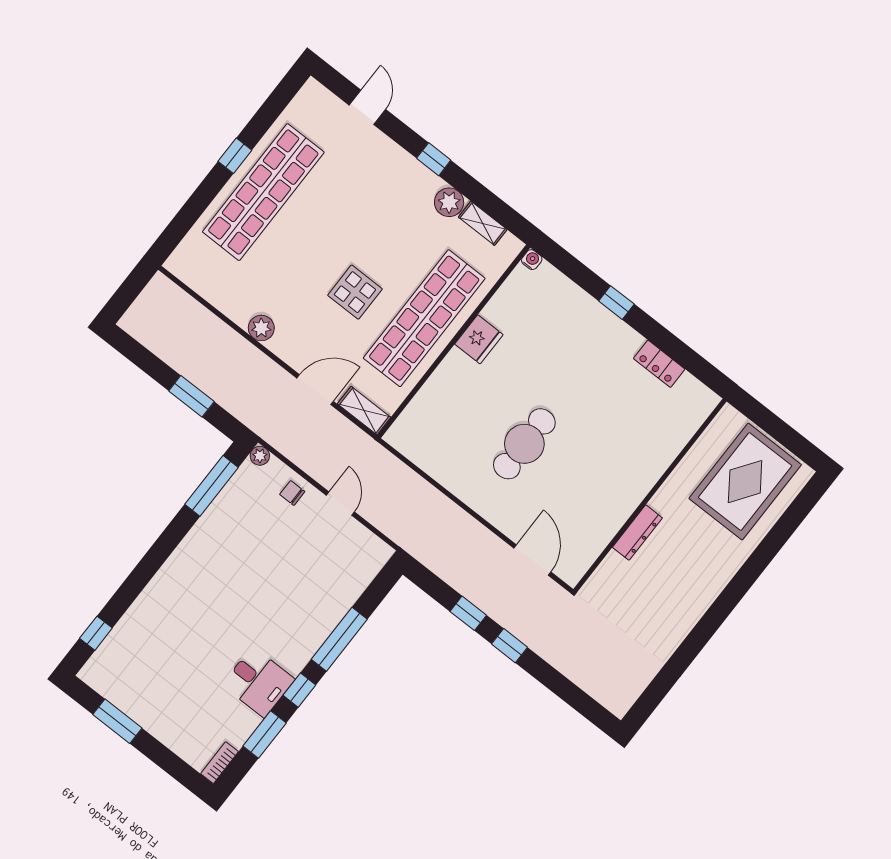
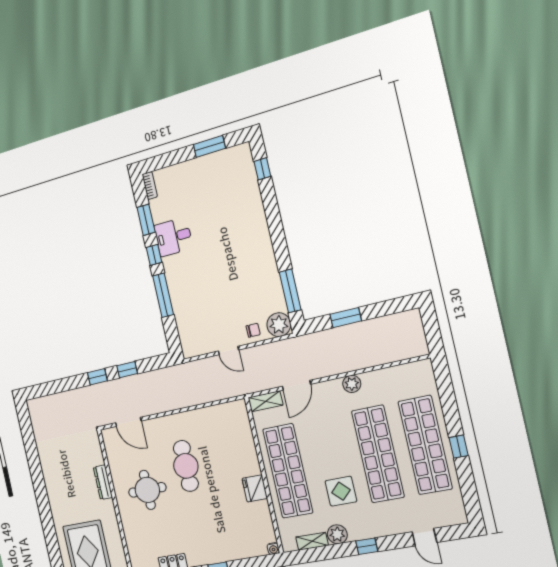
shop shelf: (317, 234) -> (378, 454), added
display table: (355, 292) -> (341, 491), moved
plant: (260, 456) -> (279, 325), width x1.88, depth x1.88
round table: (596, 468) -> (147, 490), added

